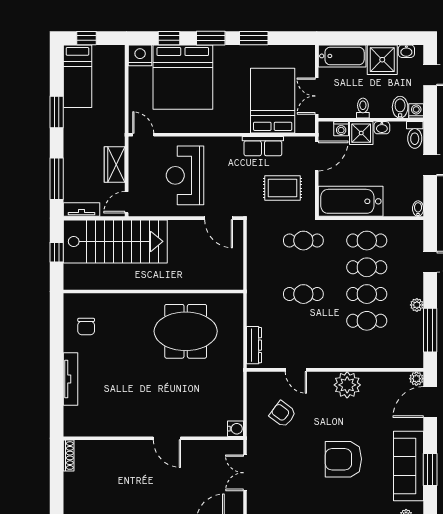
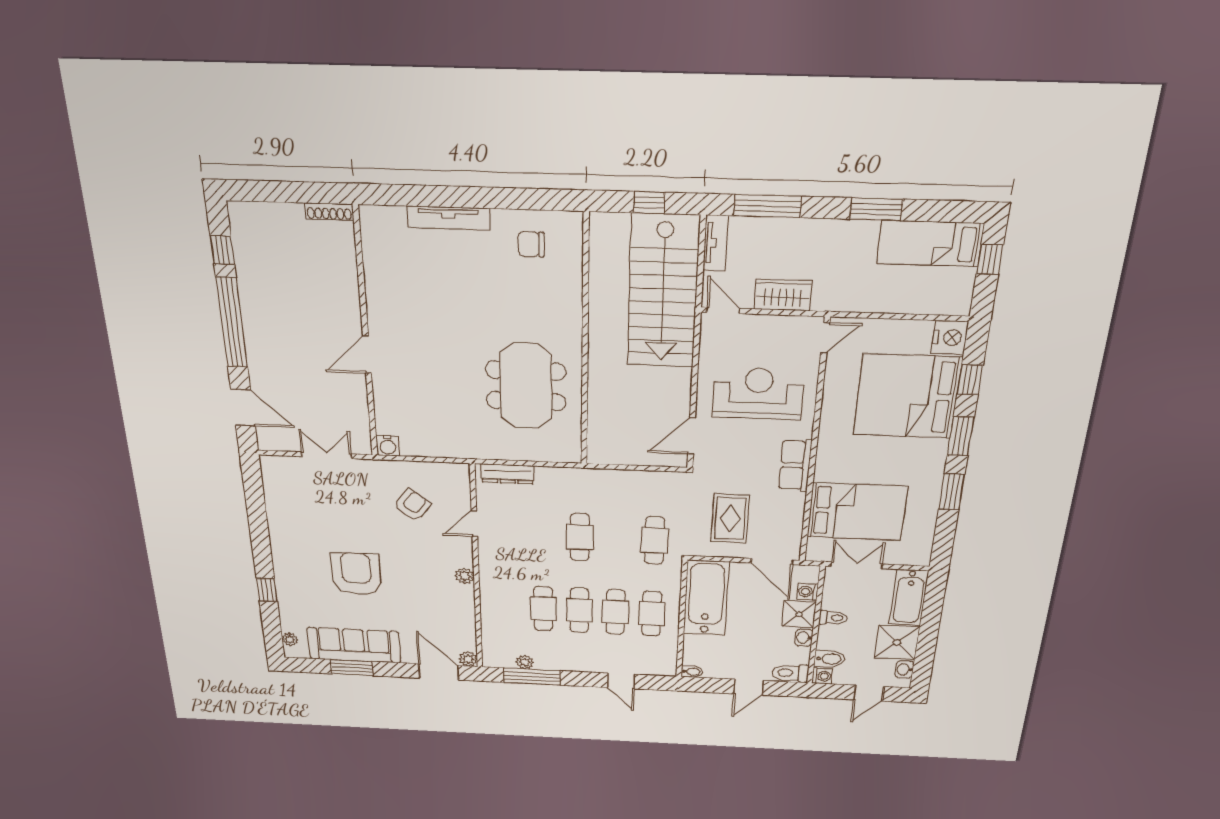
row of seats: (263, 146) -> (795, 465), moved
plant: (417, 305) -> (525, 662), moved
plant: (347, 385) -> (465, 576), width x0.53, depth x0.53

